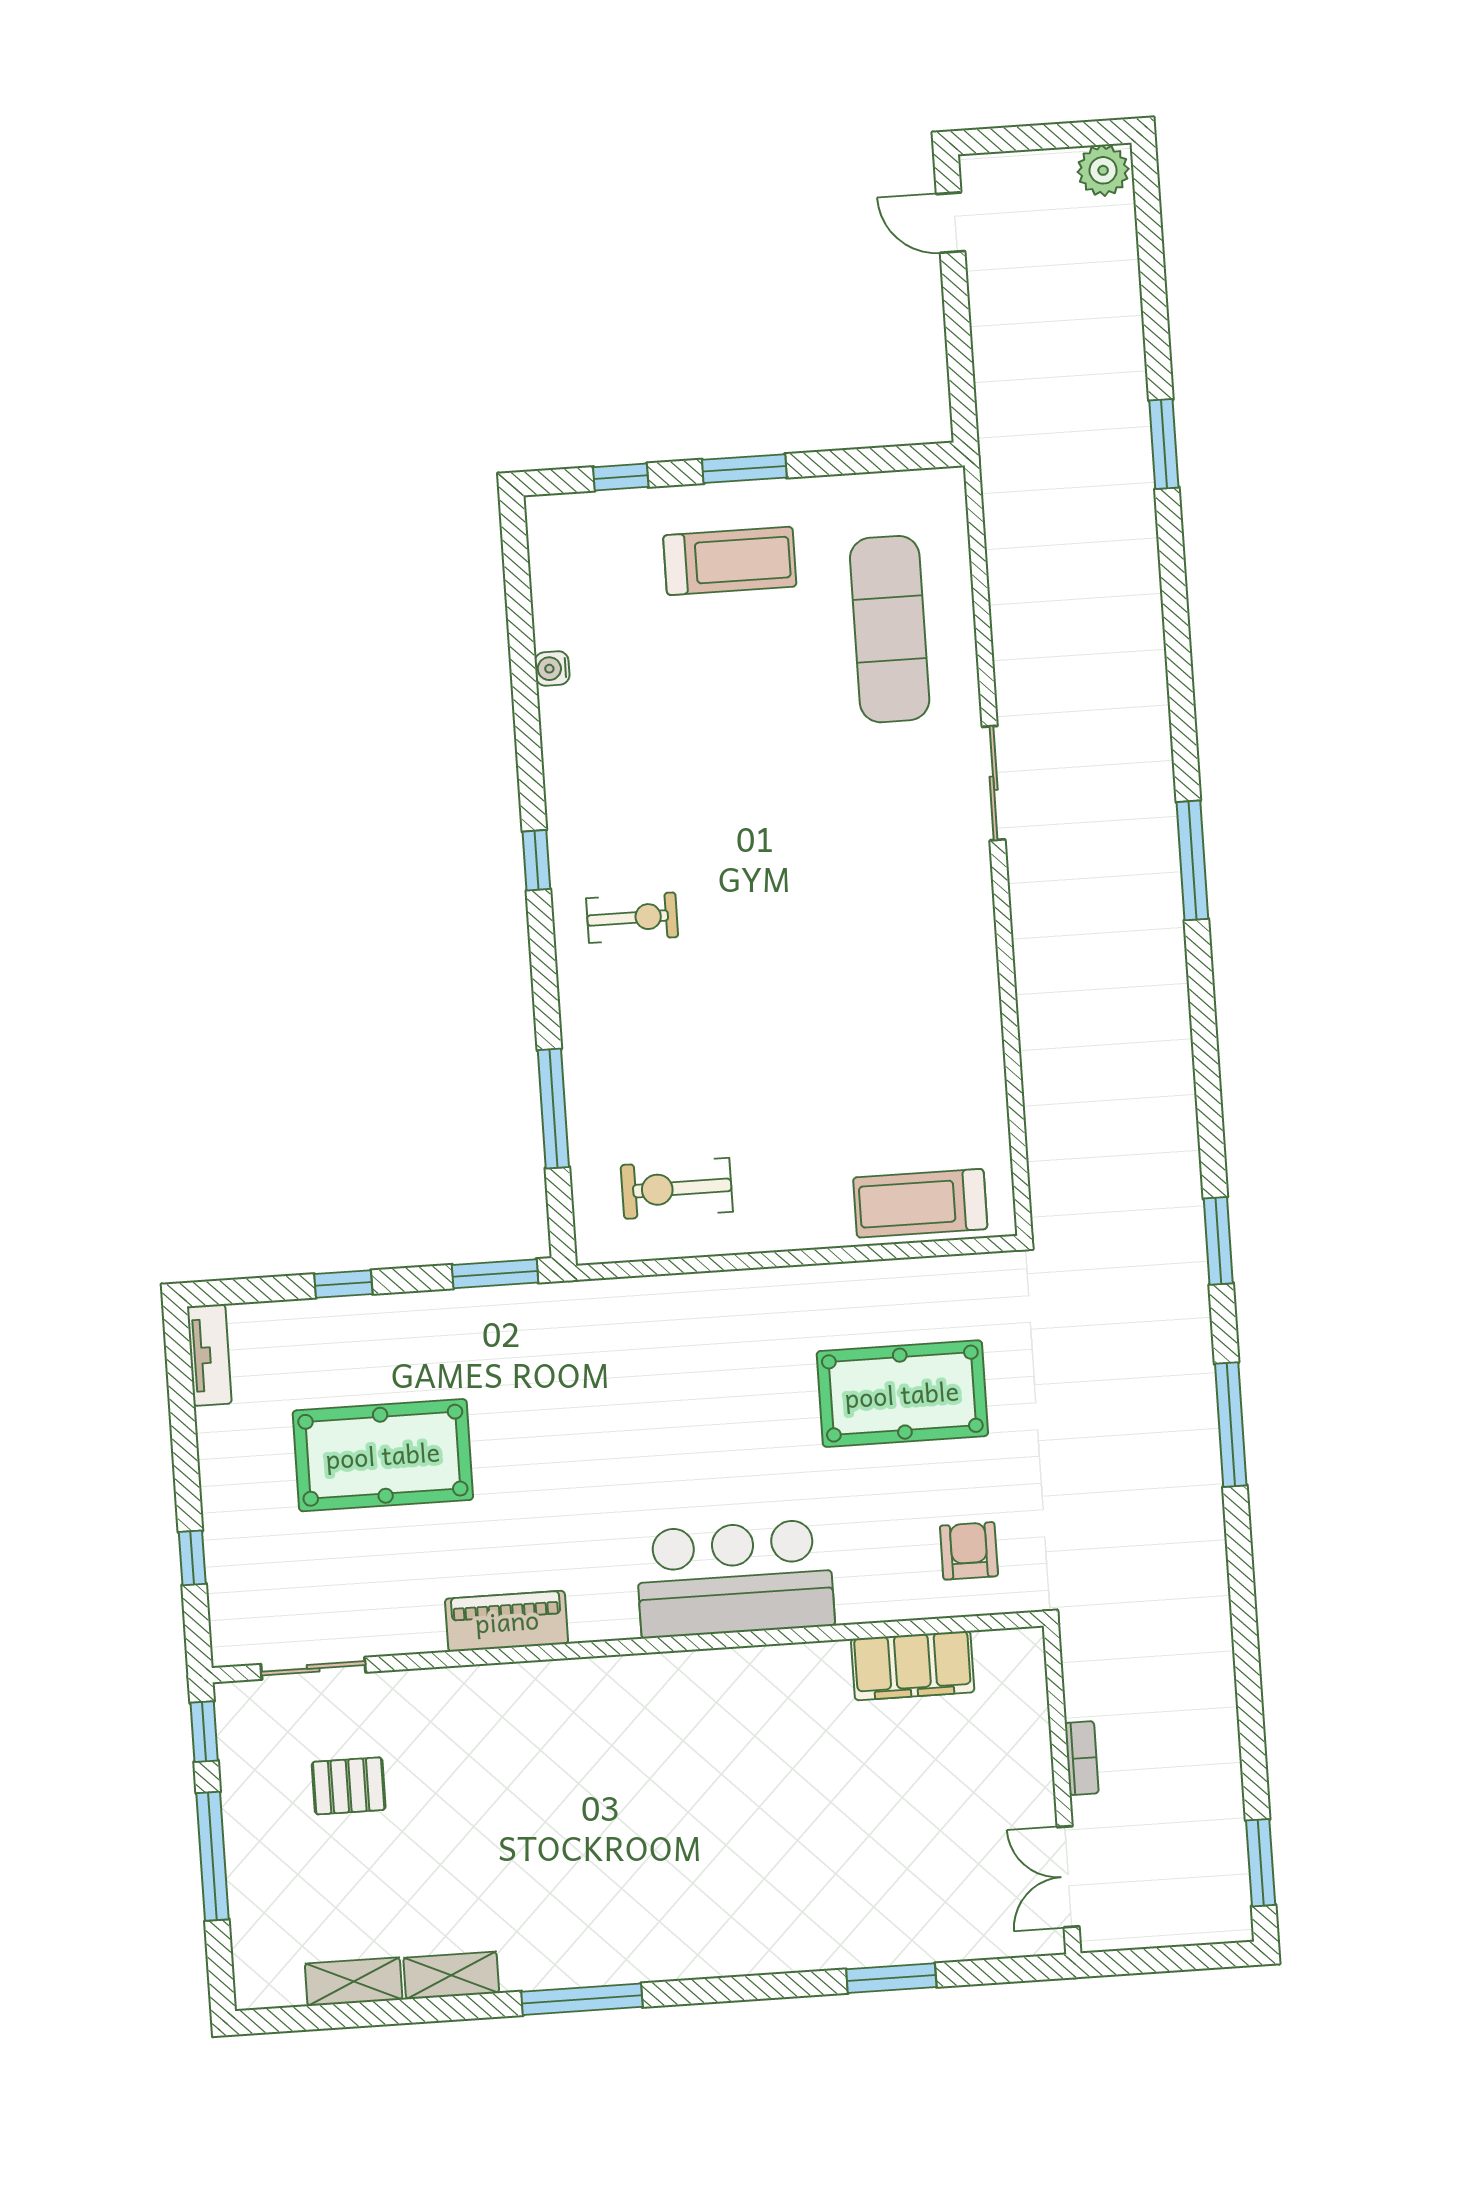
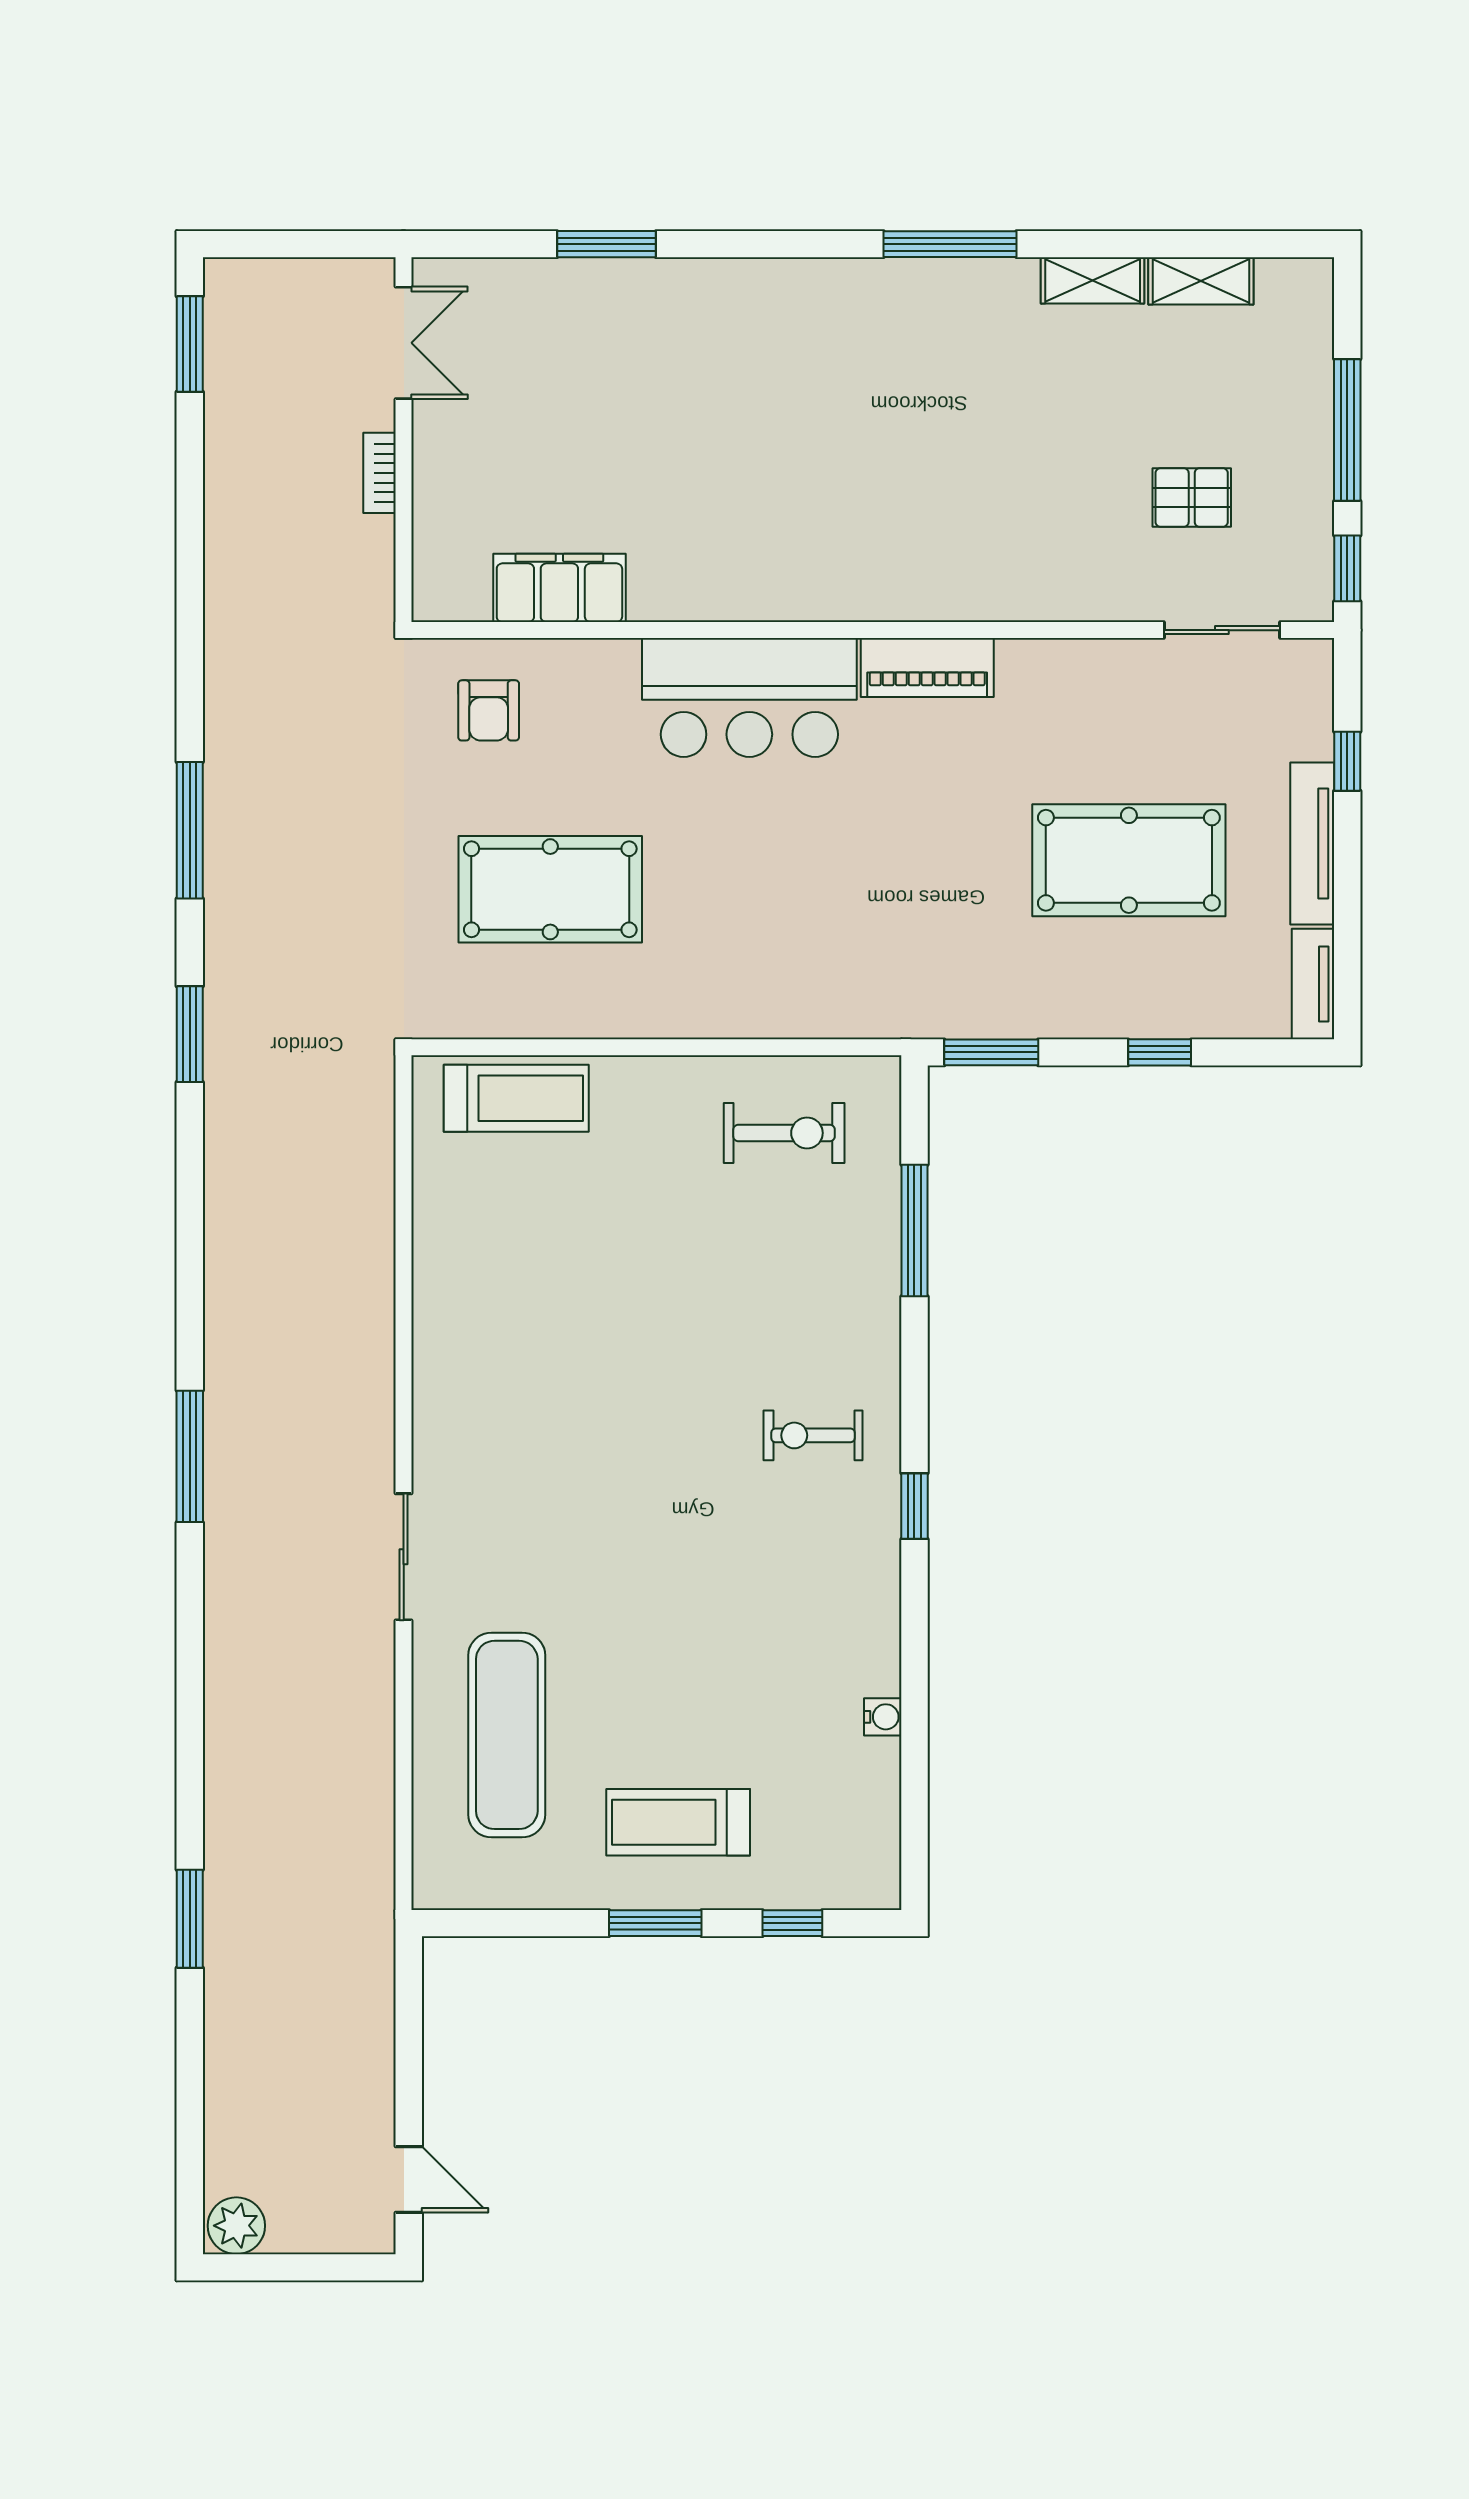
tv unit: (219, 1482) -> (1312, 843), added
piano: (507, 1621) -> (927, 668), moved

